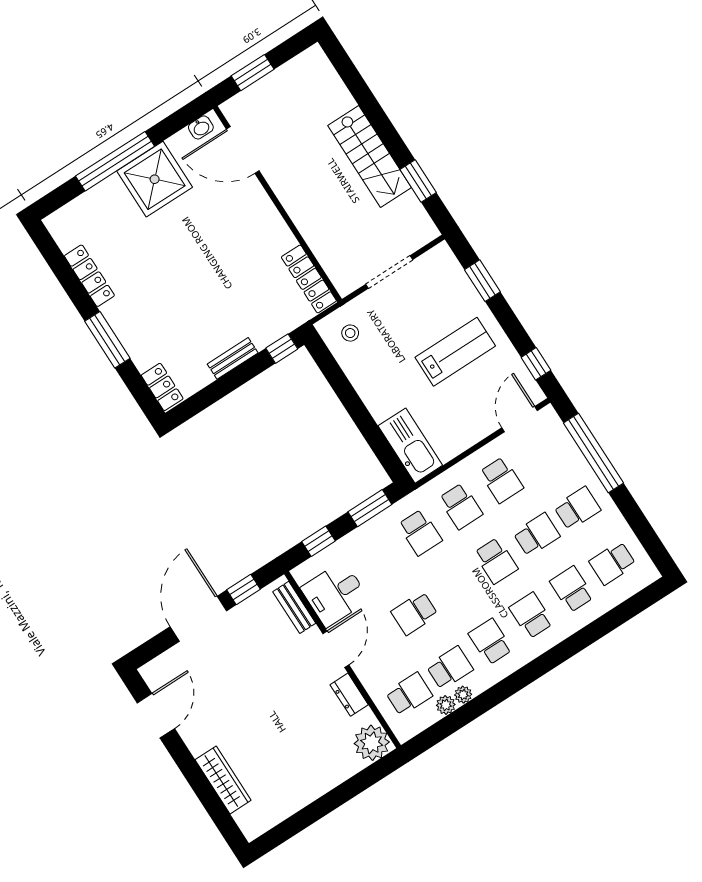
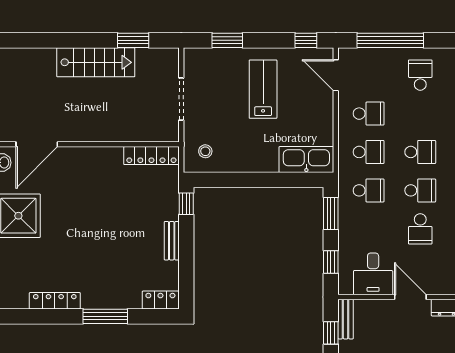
school desk: (537, 535) -> (420, 190), moved, turned 90
bench: (294, 607) -> (346, 319), moved, turned 90

